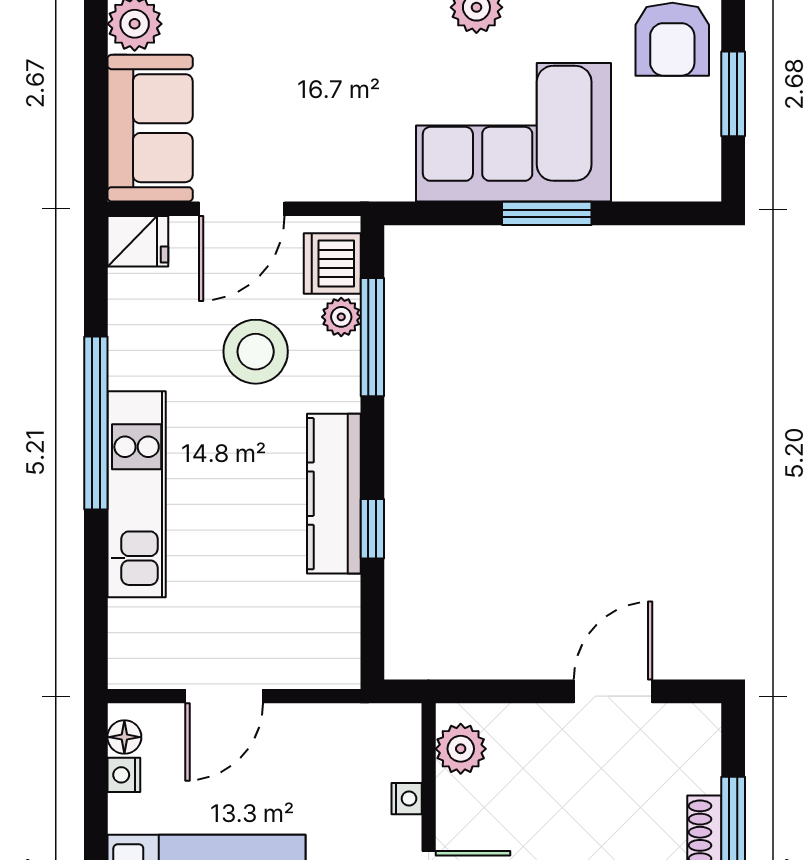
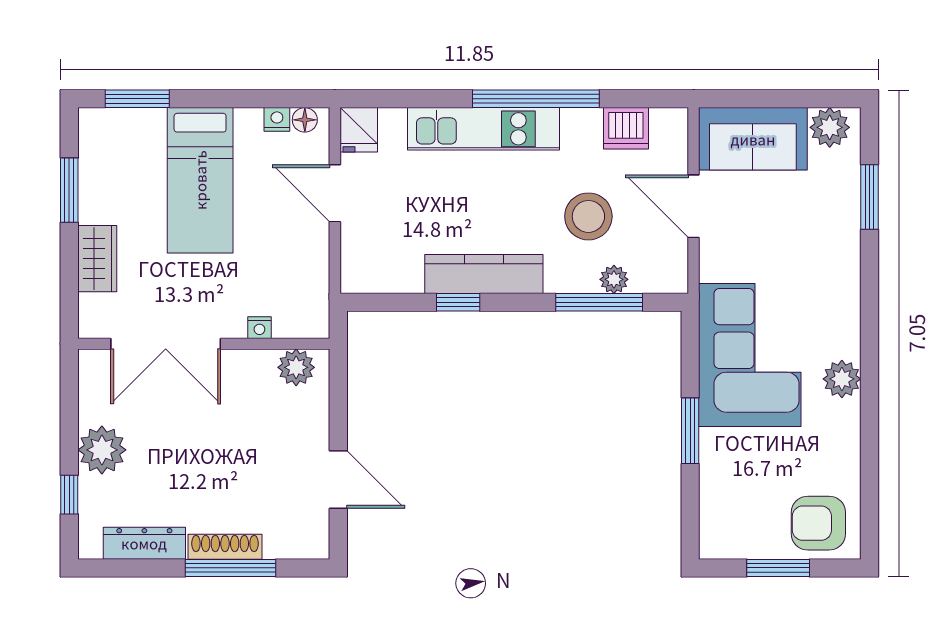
corner sofa: (514, 132) -> (750, 355), moved
fridge: (138, 241) -> (359, 130), moved
dishwasher: (332, 263) -> (626, 128), moved, turned 180

